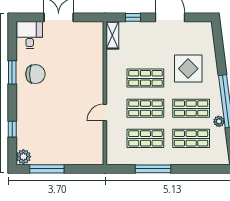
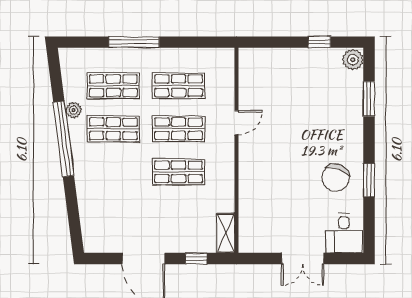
display table: (188, 69) -> (117, 186), removed
chair: (35, 74) -> (336, 178), turned -69
window: (12, 129) -> (369, 99), width x1.50
window: (47, 169) -> (319, 42), width x0.46
window: (153, 169) -> (134, 42), moved

